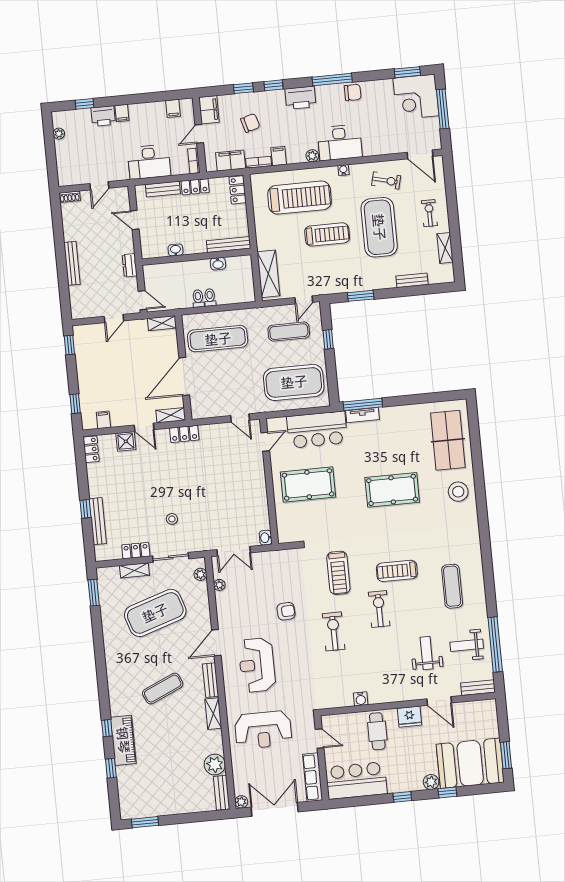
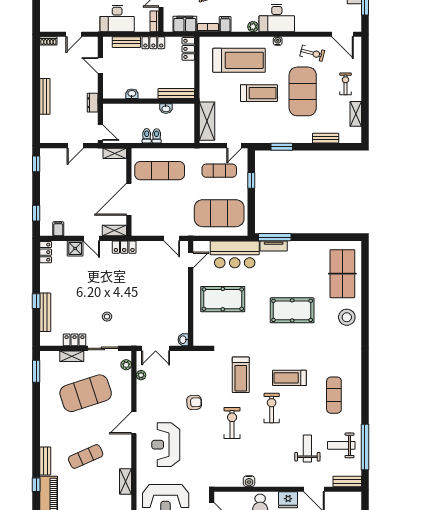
bench: (211, 680) -> (45, 461), moved

